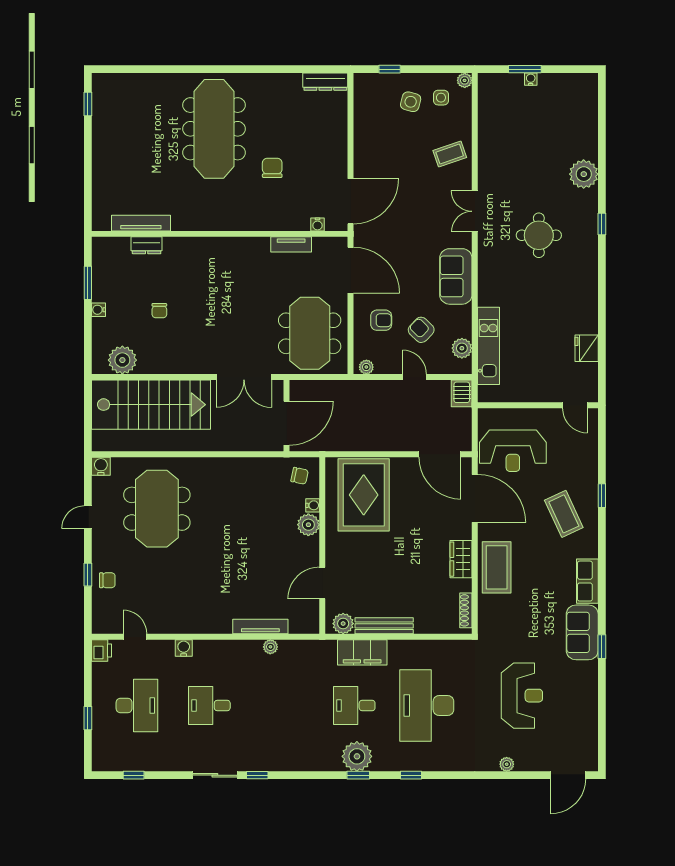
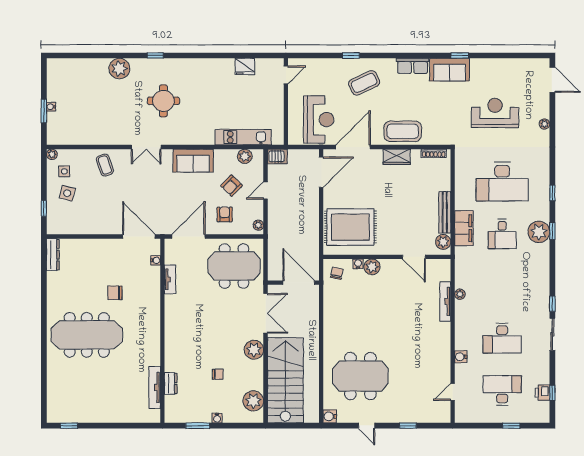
plant: (193, 361) -> (254, 350), added
chair: (107, 580) -> (412, 412), removed
printer: (102, 650) -> (543, 393), moved, turned -90
desk: (209, 706) -> (502, 338), width x1.37

